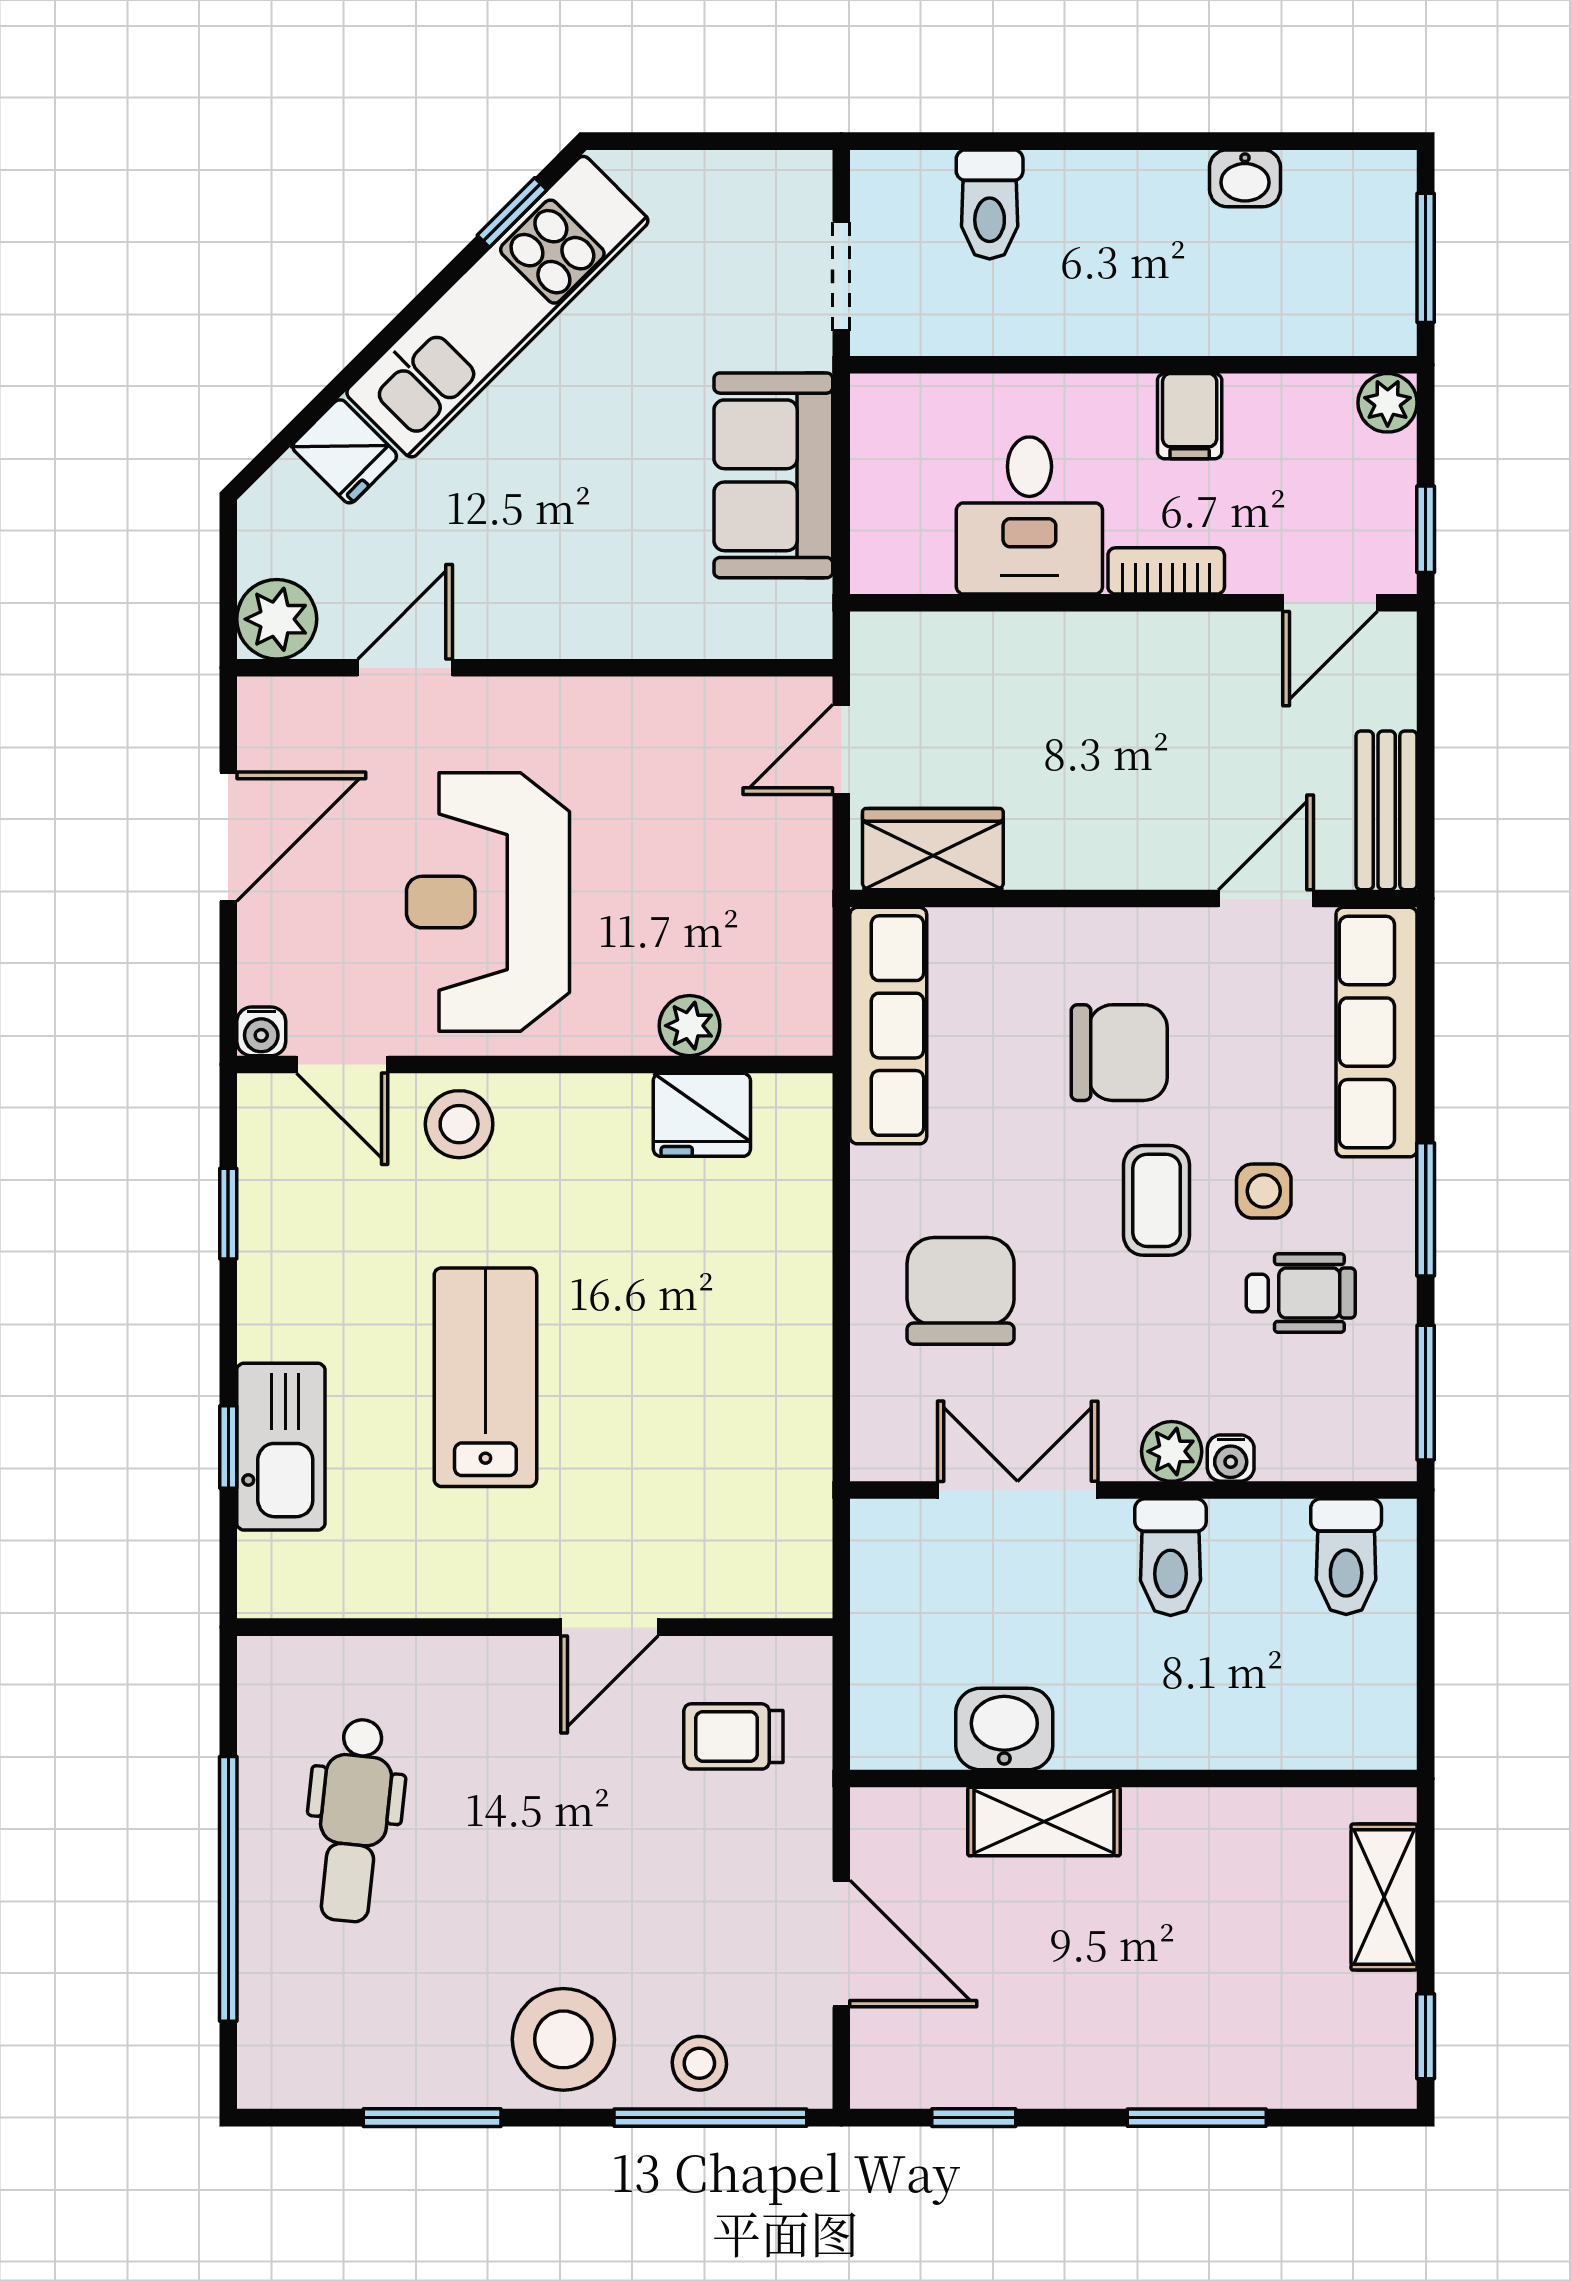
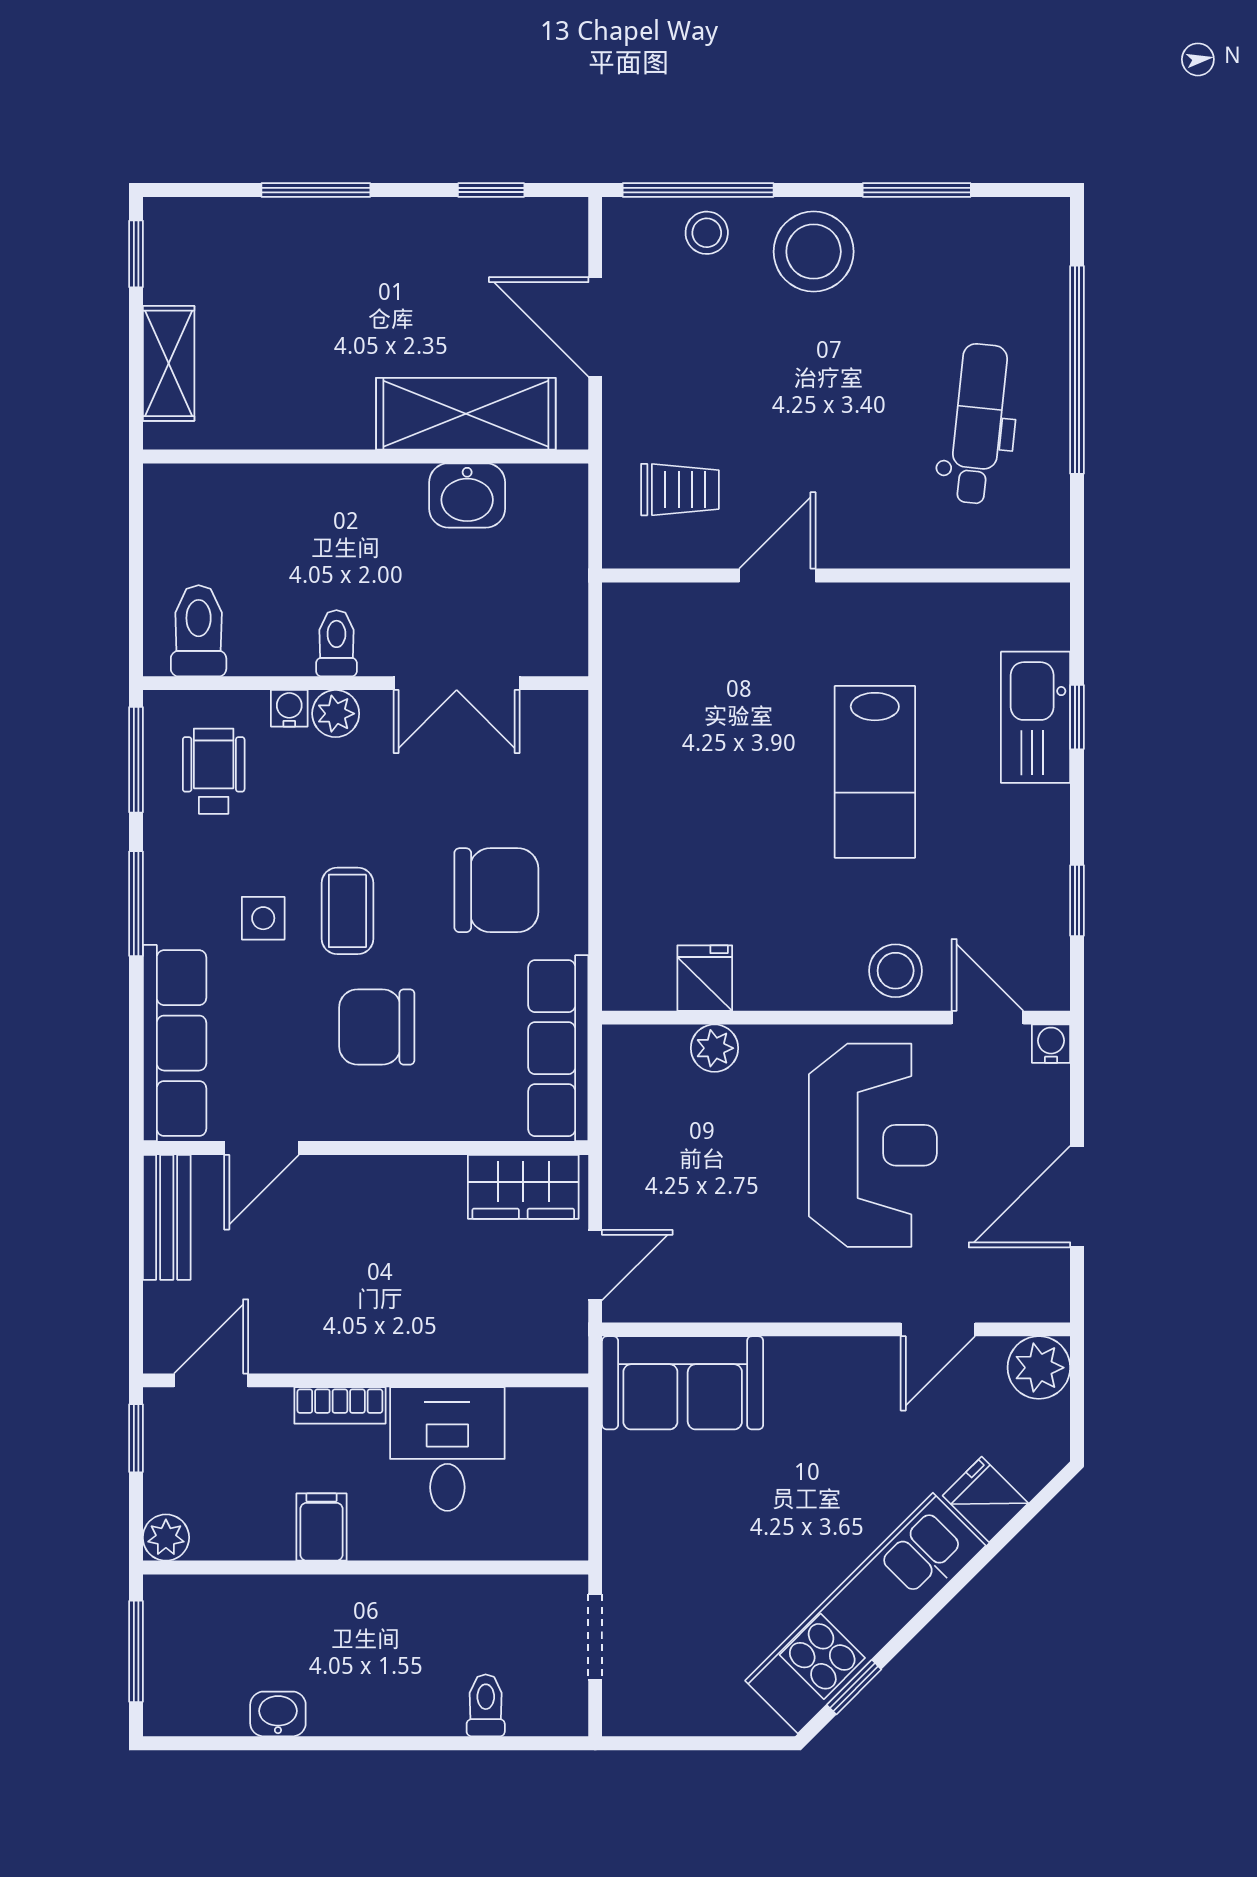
toilet: (990, 204) -> (486, 1705), width x0.73, depth x0.72
sofa: (773, 475) -> (683, 1383), moved, turned 90
fridge: (702, 1115) -> (705, 978), width x0.72
chair: (961, 1291) -> (496, 890), moved, turned -90
wheelchair: (1301, 1293) -> (214, 771), moved, turned 90
toilet: (1171, 1557) -> (336, 643), width x0.73, depth x0.72
shelving: (1044, 1822) -> (466, 414), width x1.50, depth x1.33

